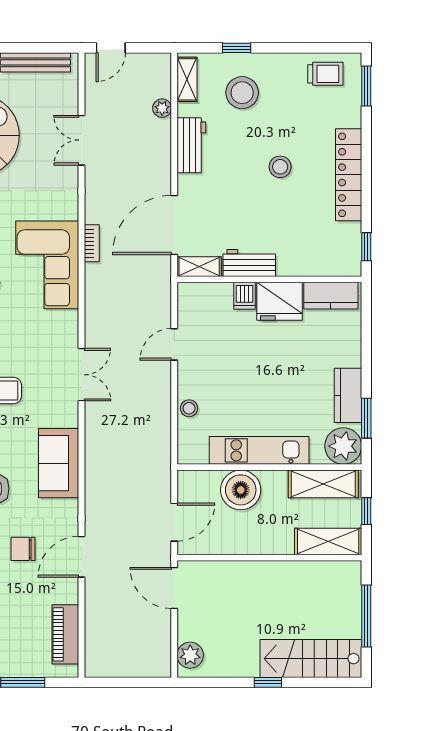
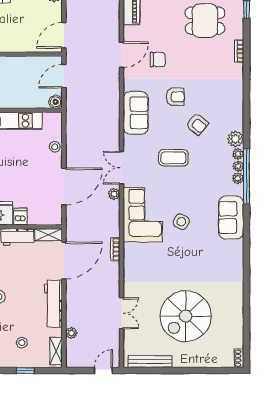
stool: (242, 93) -> (22, 343), width x0.53, depth x0.53
workbench: (191, 145) -> (53, 304), width x1.38
corner sofa: (47, 265) -> (143, 215), moved
plant: (94, 332) -> (114, 194), added
door: (174, 344) -> (64, 186), width x1.88
boiler: (241, 490) -> (55, 102), moved, width x0.54, depth x0.54
door: (174, 588) -> (64, 35), swing flipped

